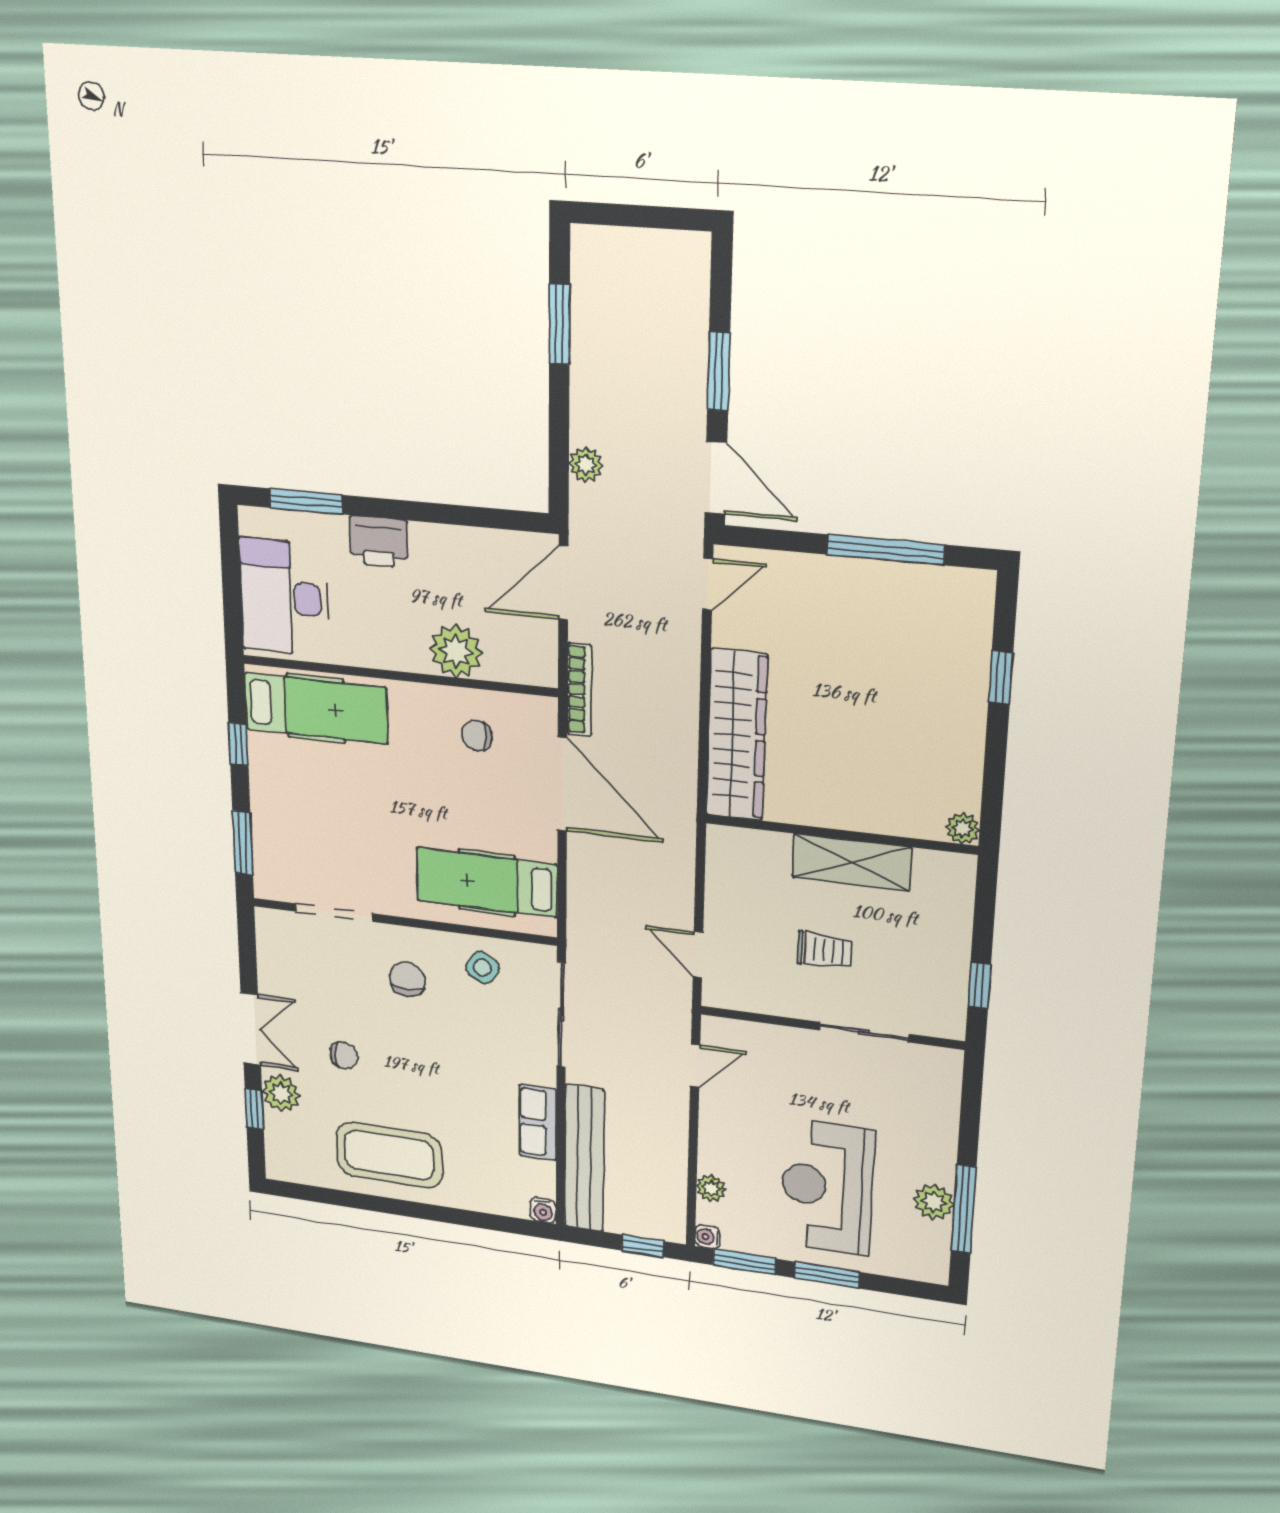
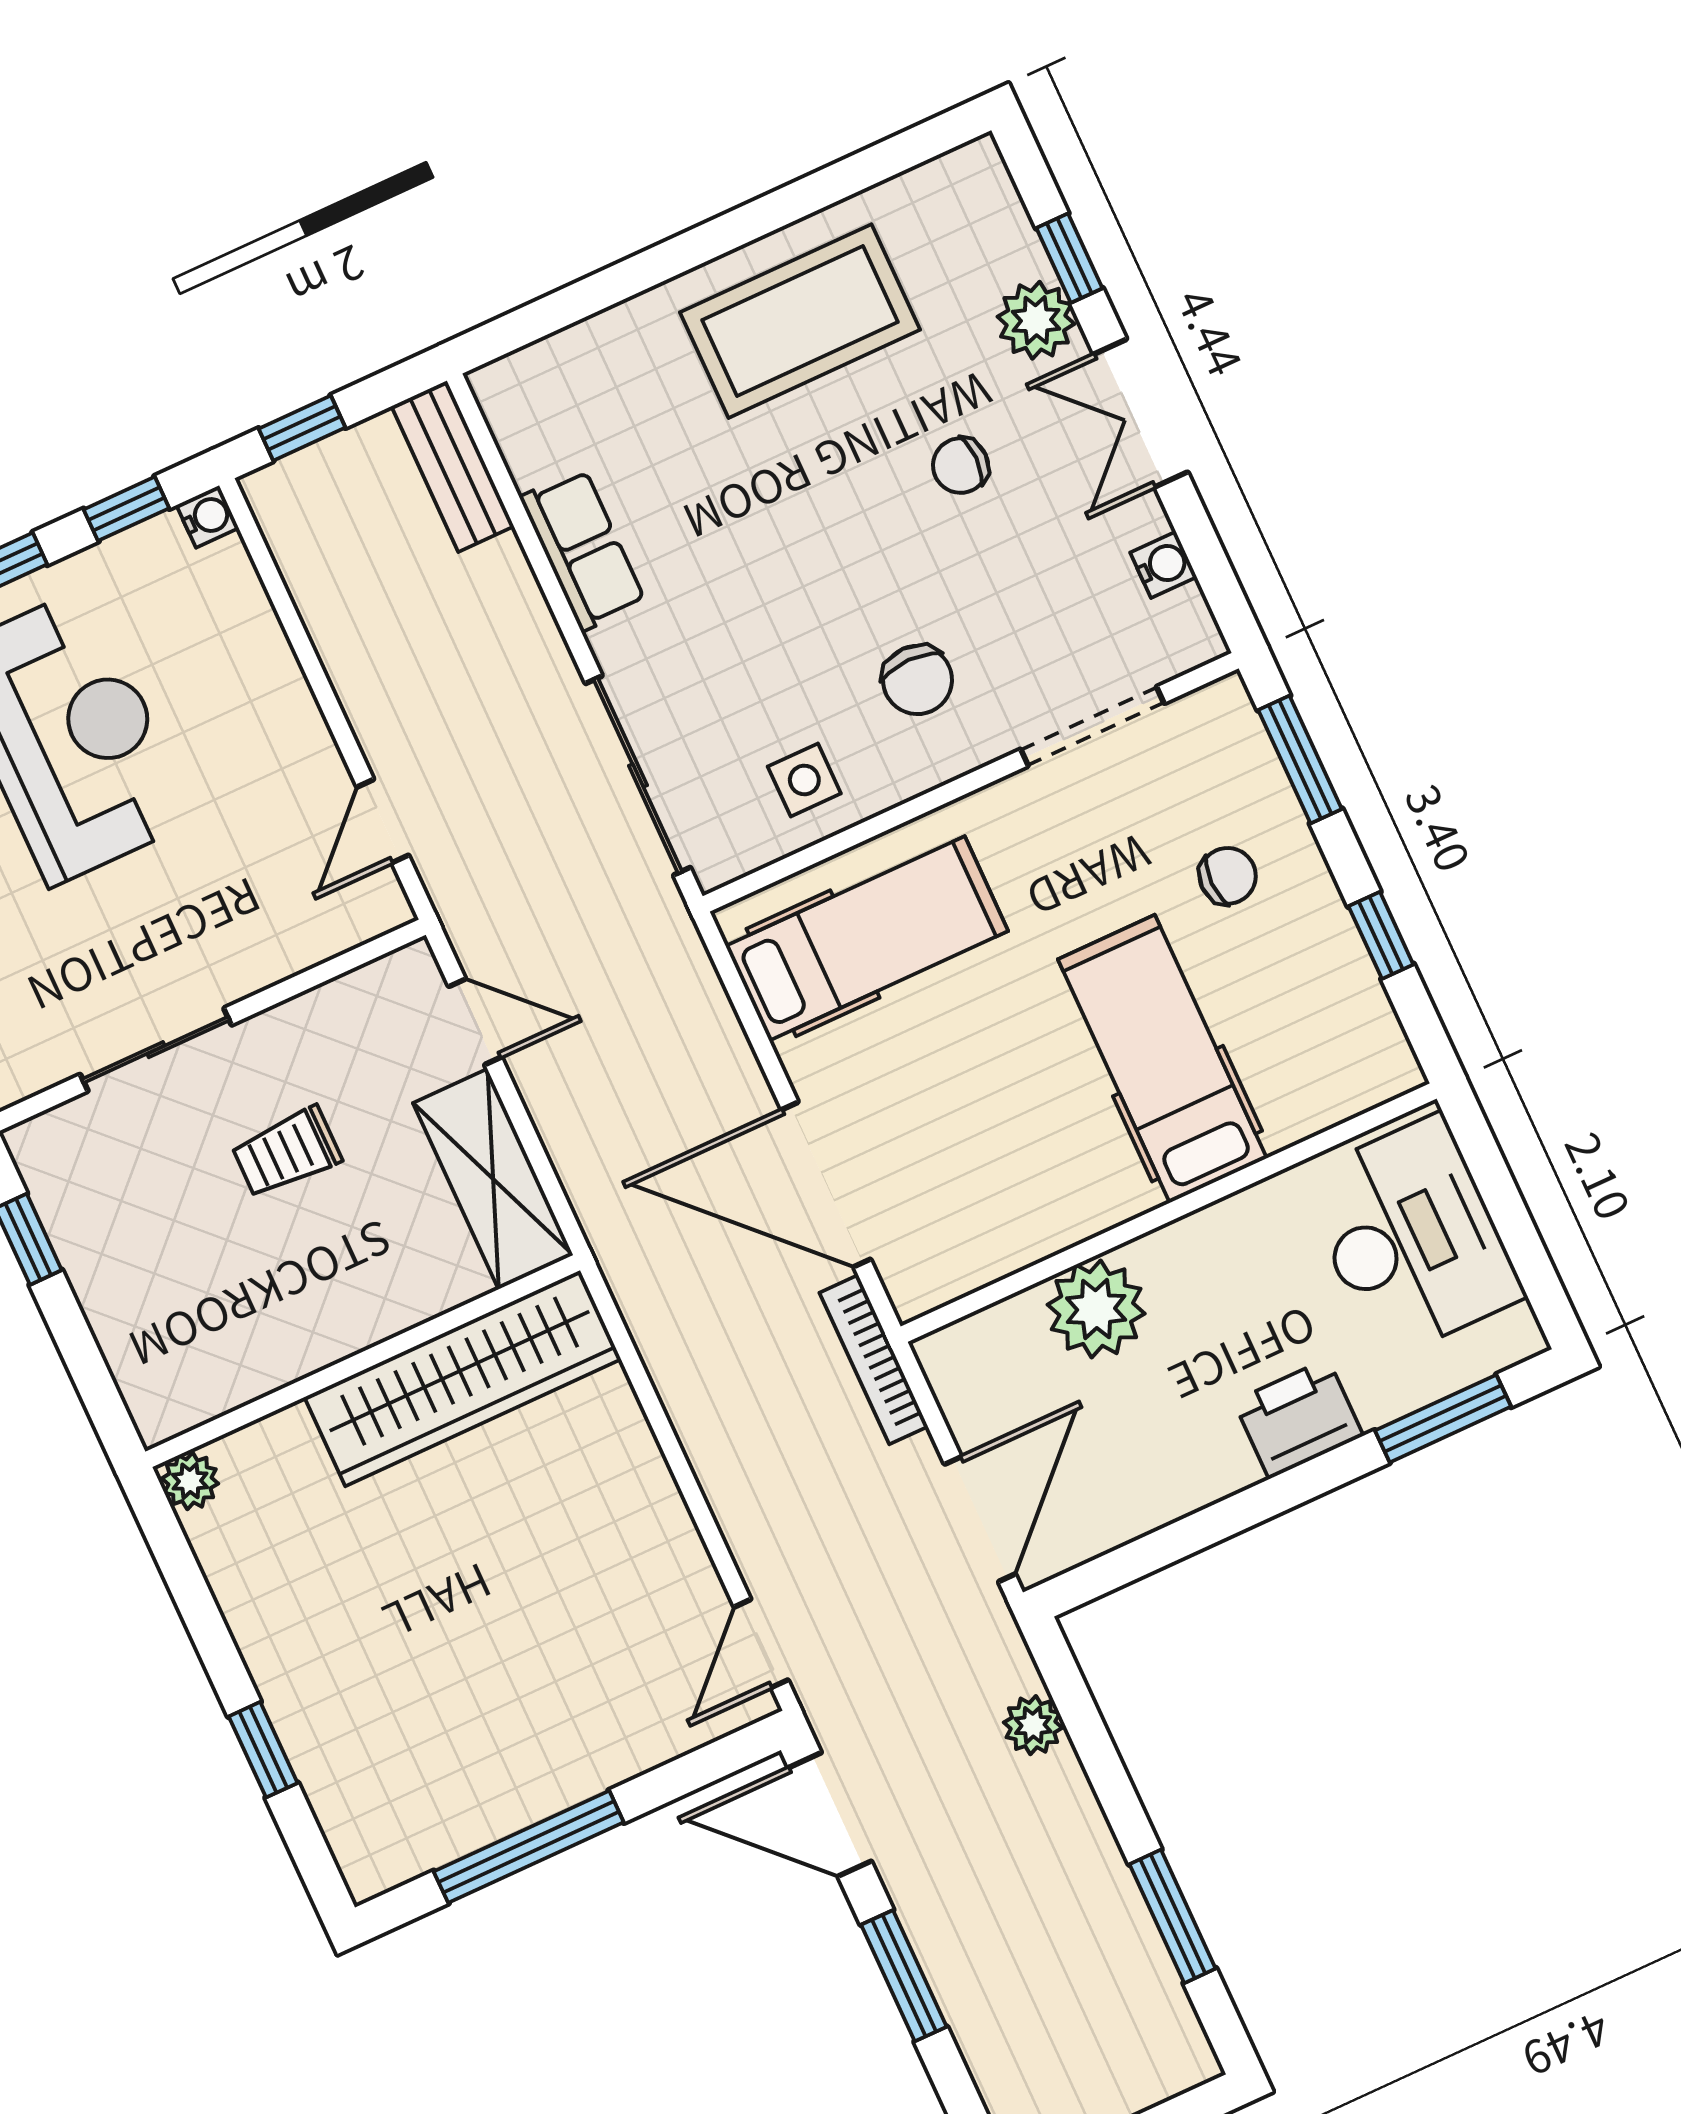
hospital bed: (316, 708) -> (1162, 1059), moved, turned 90
wardrobe: (737, 735) -> (463, 1378), moved, turned -90
chair: (477, 736) -> (1228, 876), moved
shelving: (852, 862) -> (493, 1179), moved, turned 90
side table: (482, 968) -> (804, 780), turned -34
bench: (584, 1158) -> (453, 466), width x0.54, depth x0.82
plant: (711, 1188) -> (247, 613), removed
water cooler: (543, 1210) -> (1163, 565), moved, turned 90
window: (744, 1262) -> (126, 509), width x0.67

